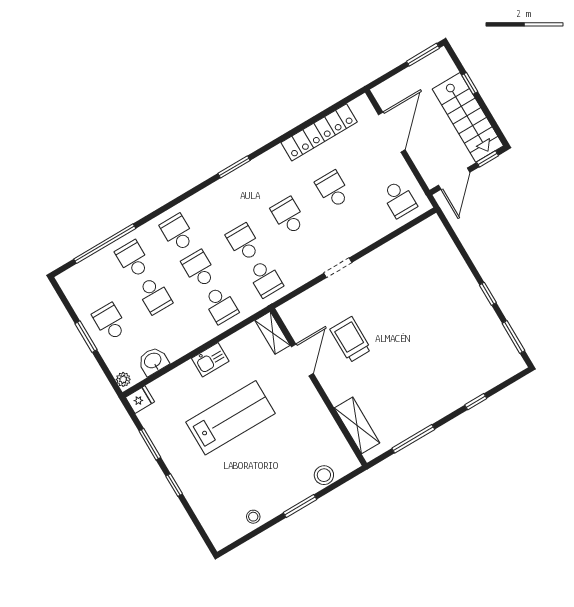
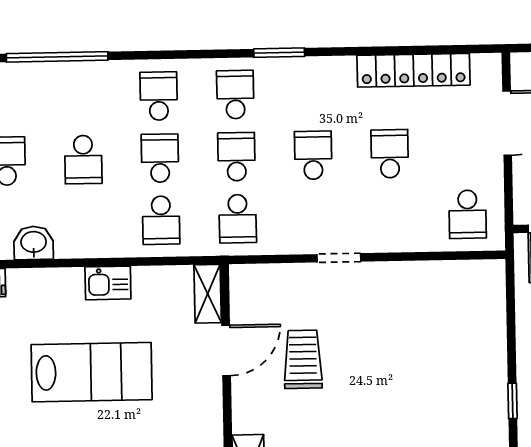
school desk: (133, 259) -> (235, 95), moved

